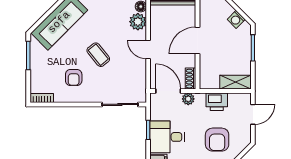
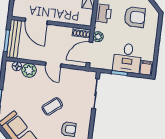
door: (197, 41) -> (36, 21), moved
door: (148, 50) -> (53, 65), hinge flipped

